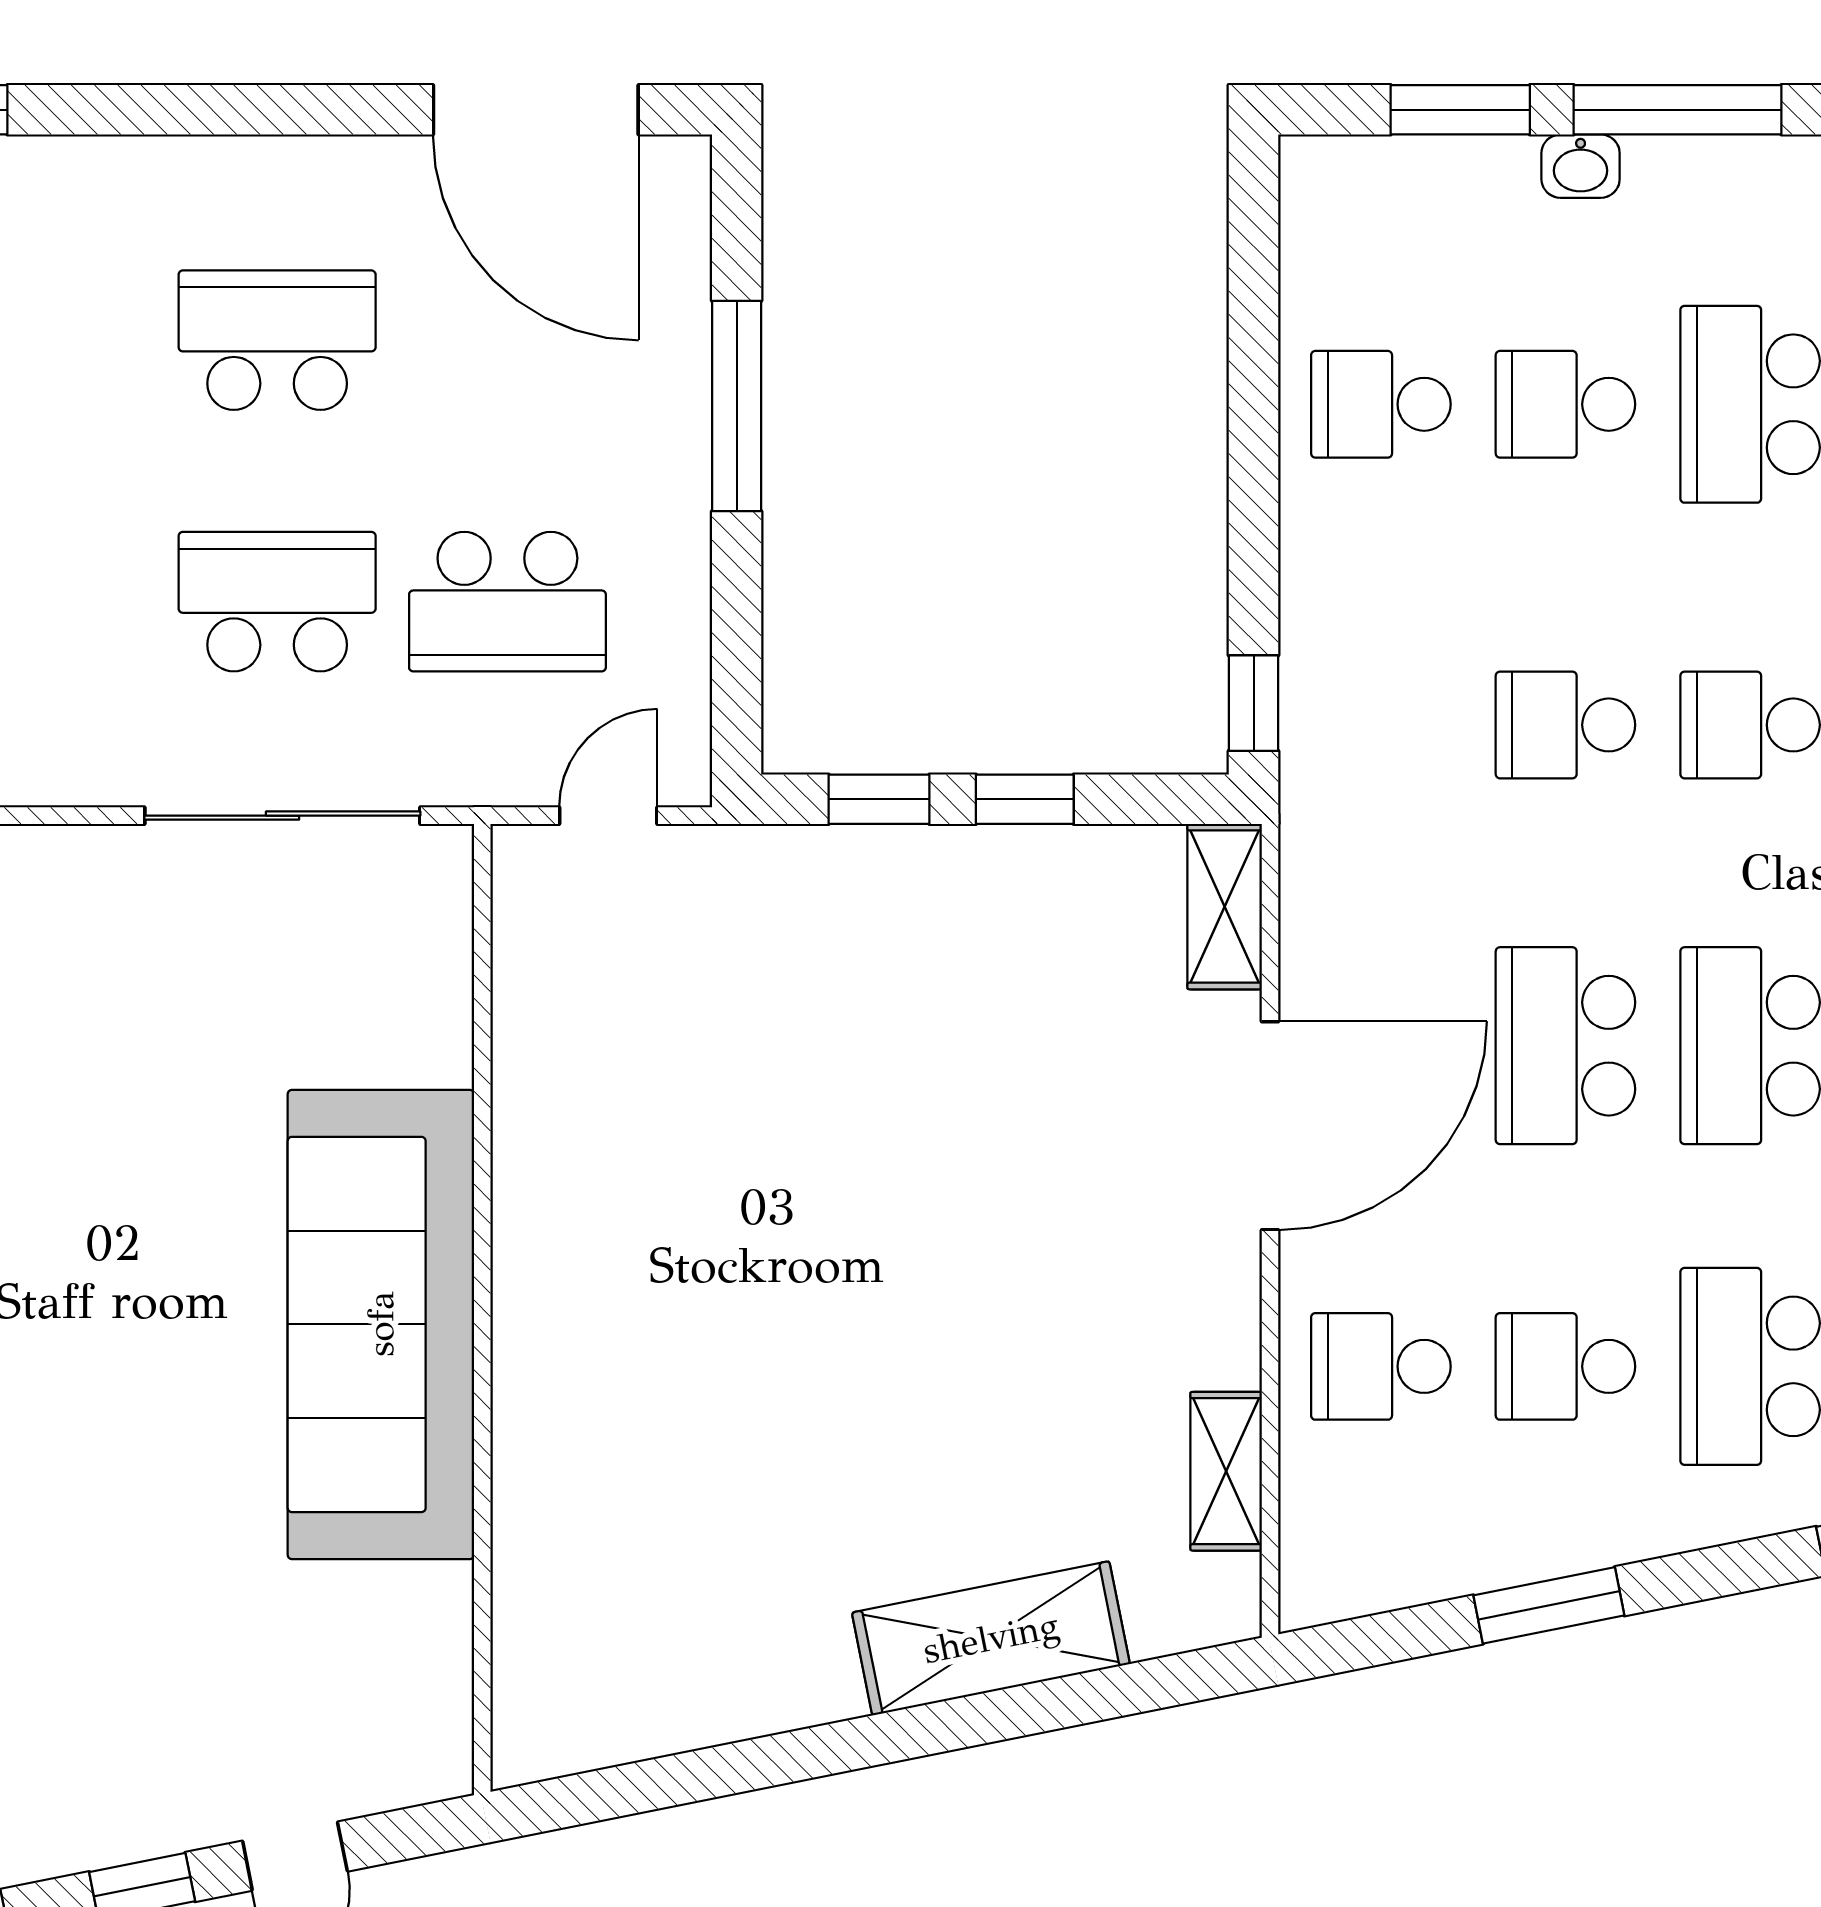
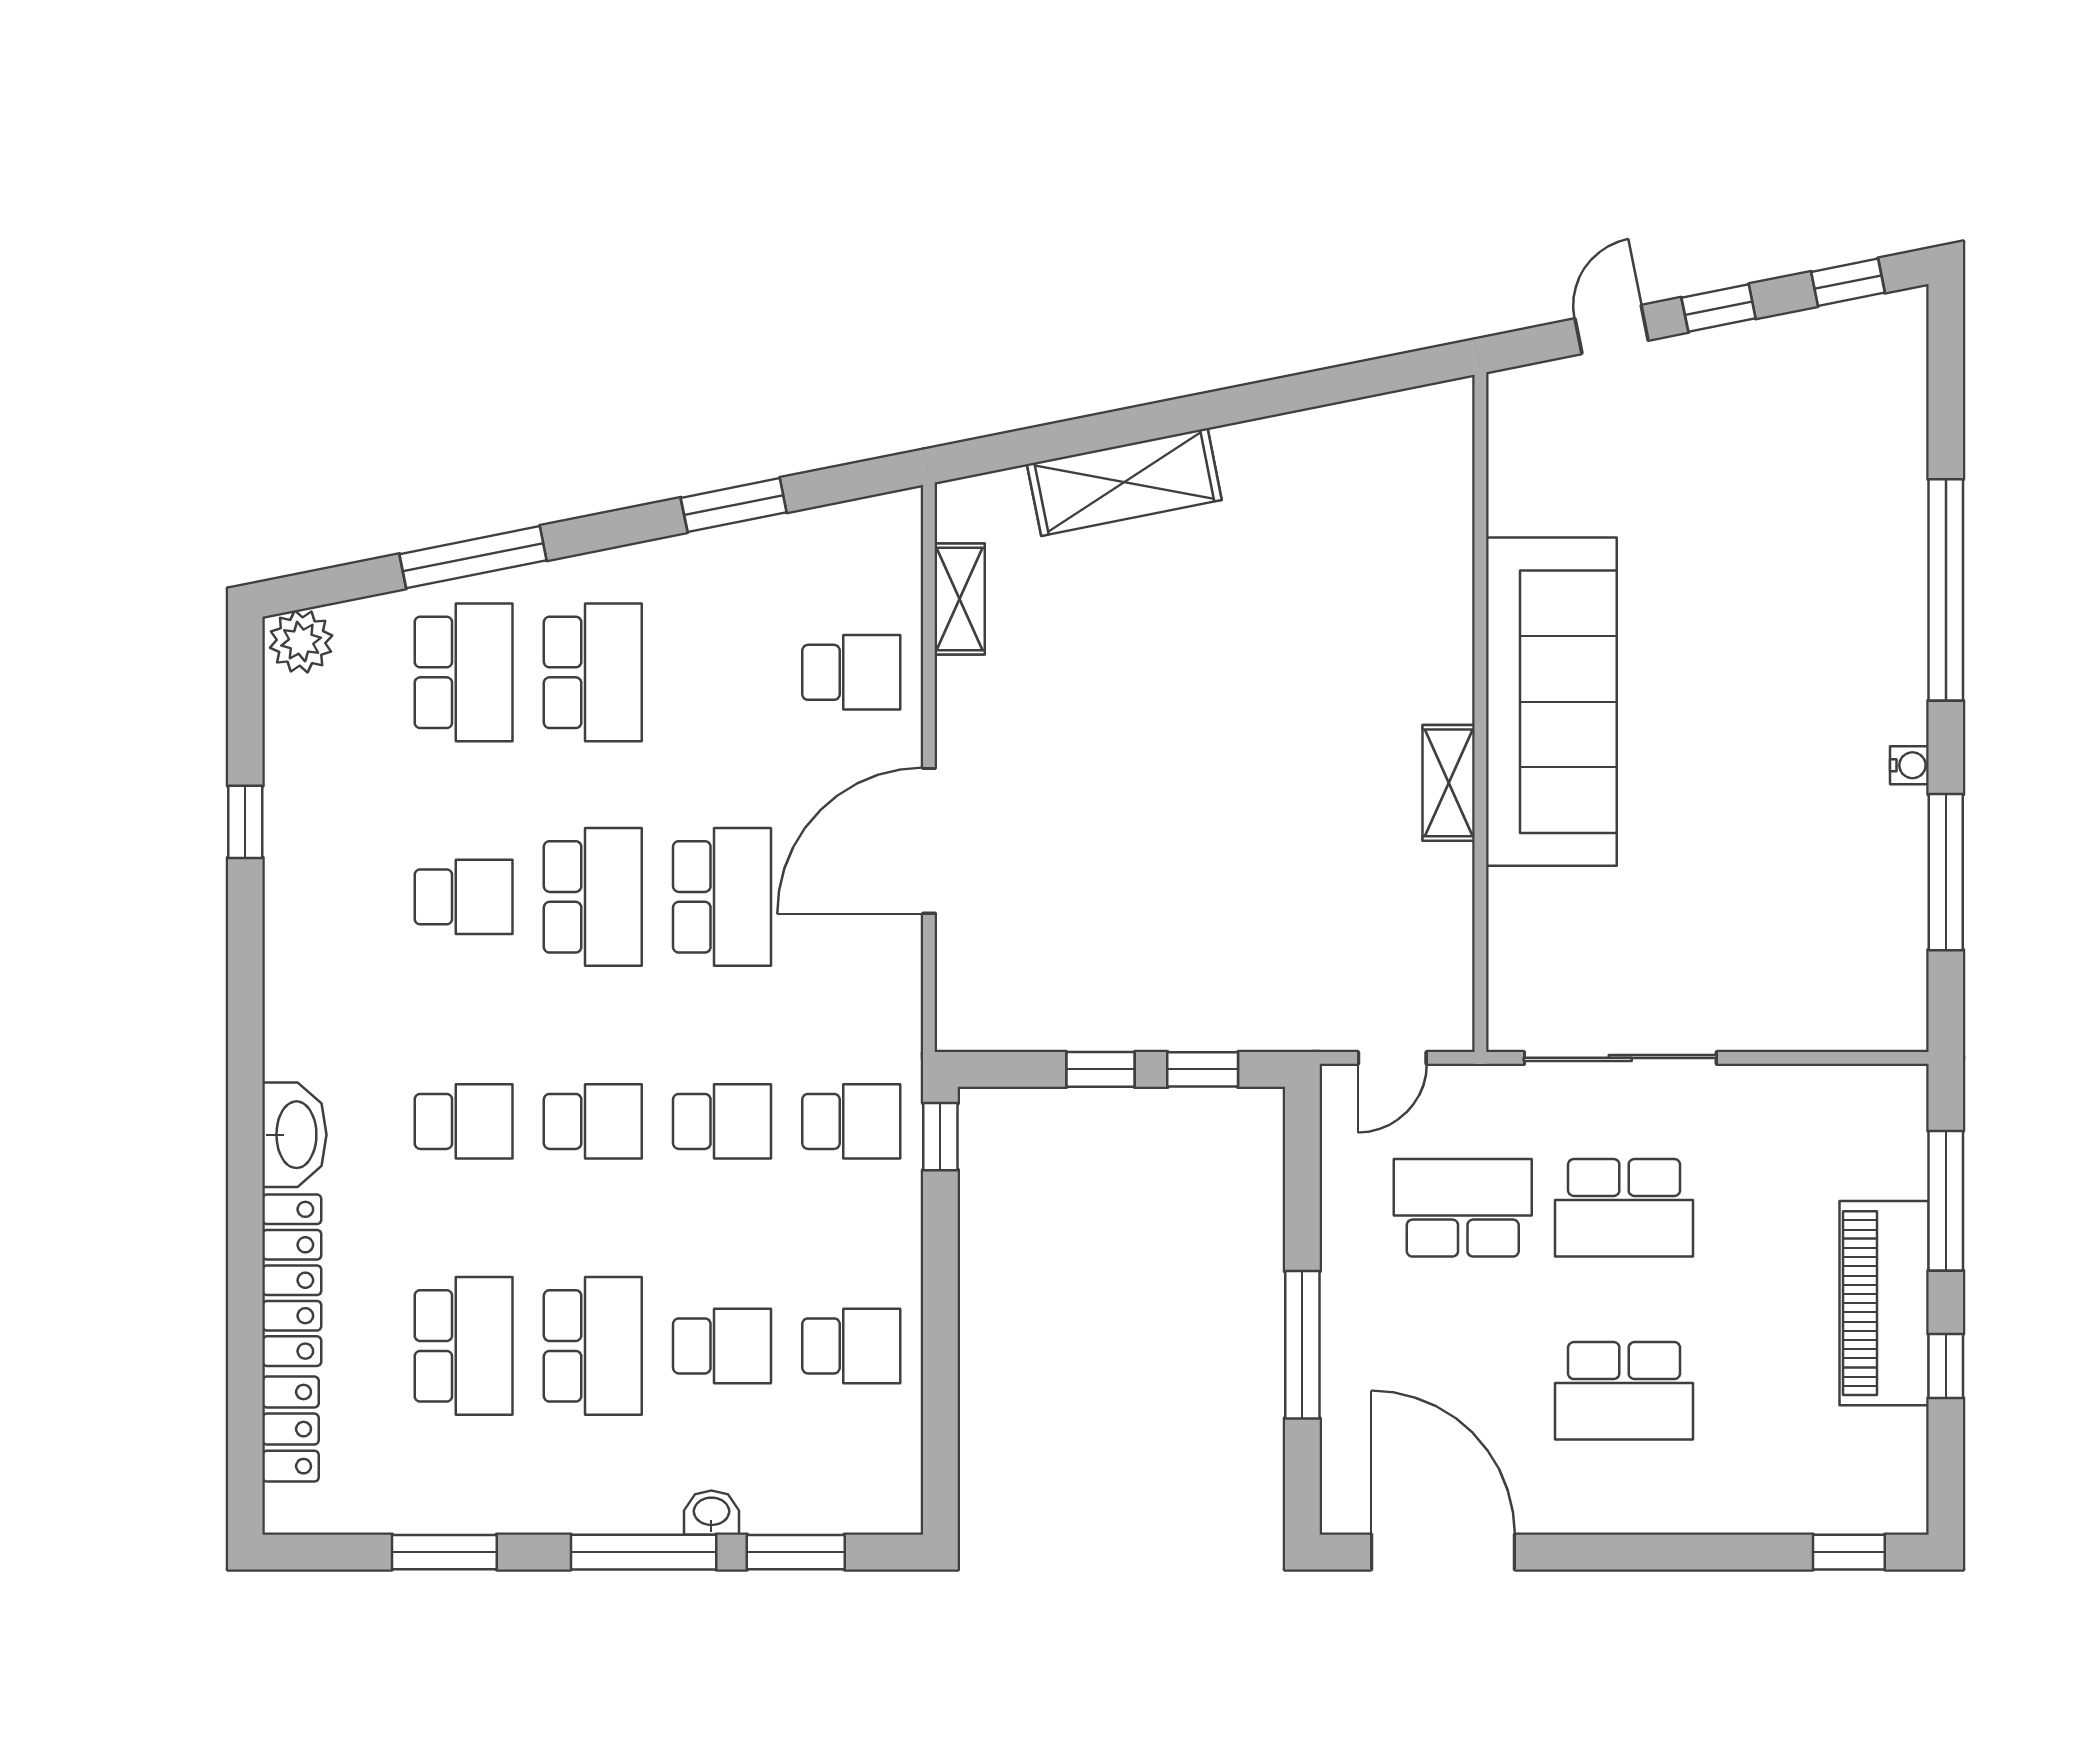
shelving: (1225, 907) -> (1449, 783), moved
school desk: (1565, 1366) -> (851, 1121), moved

